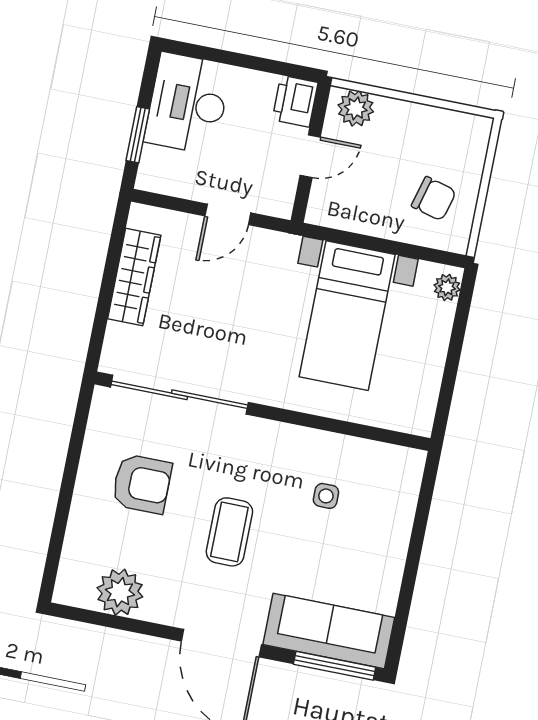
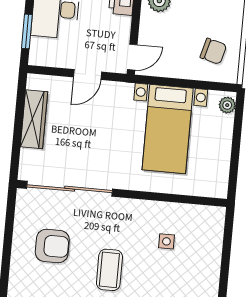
door: (310, 156) -> (132, 57), moved

